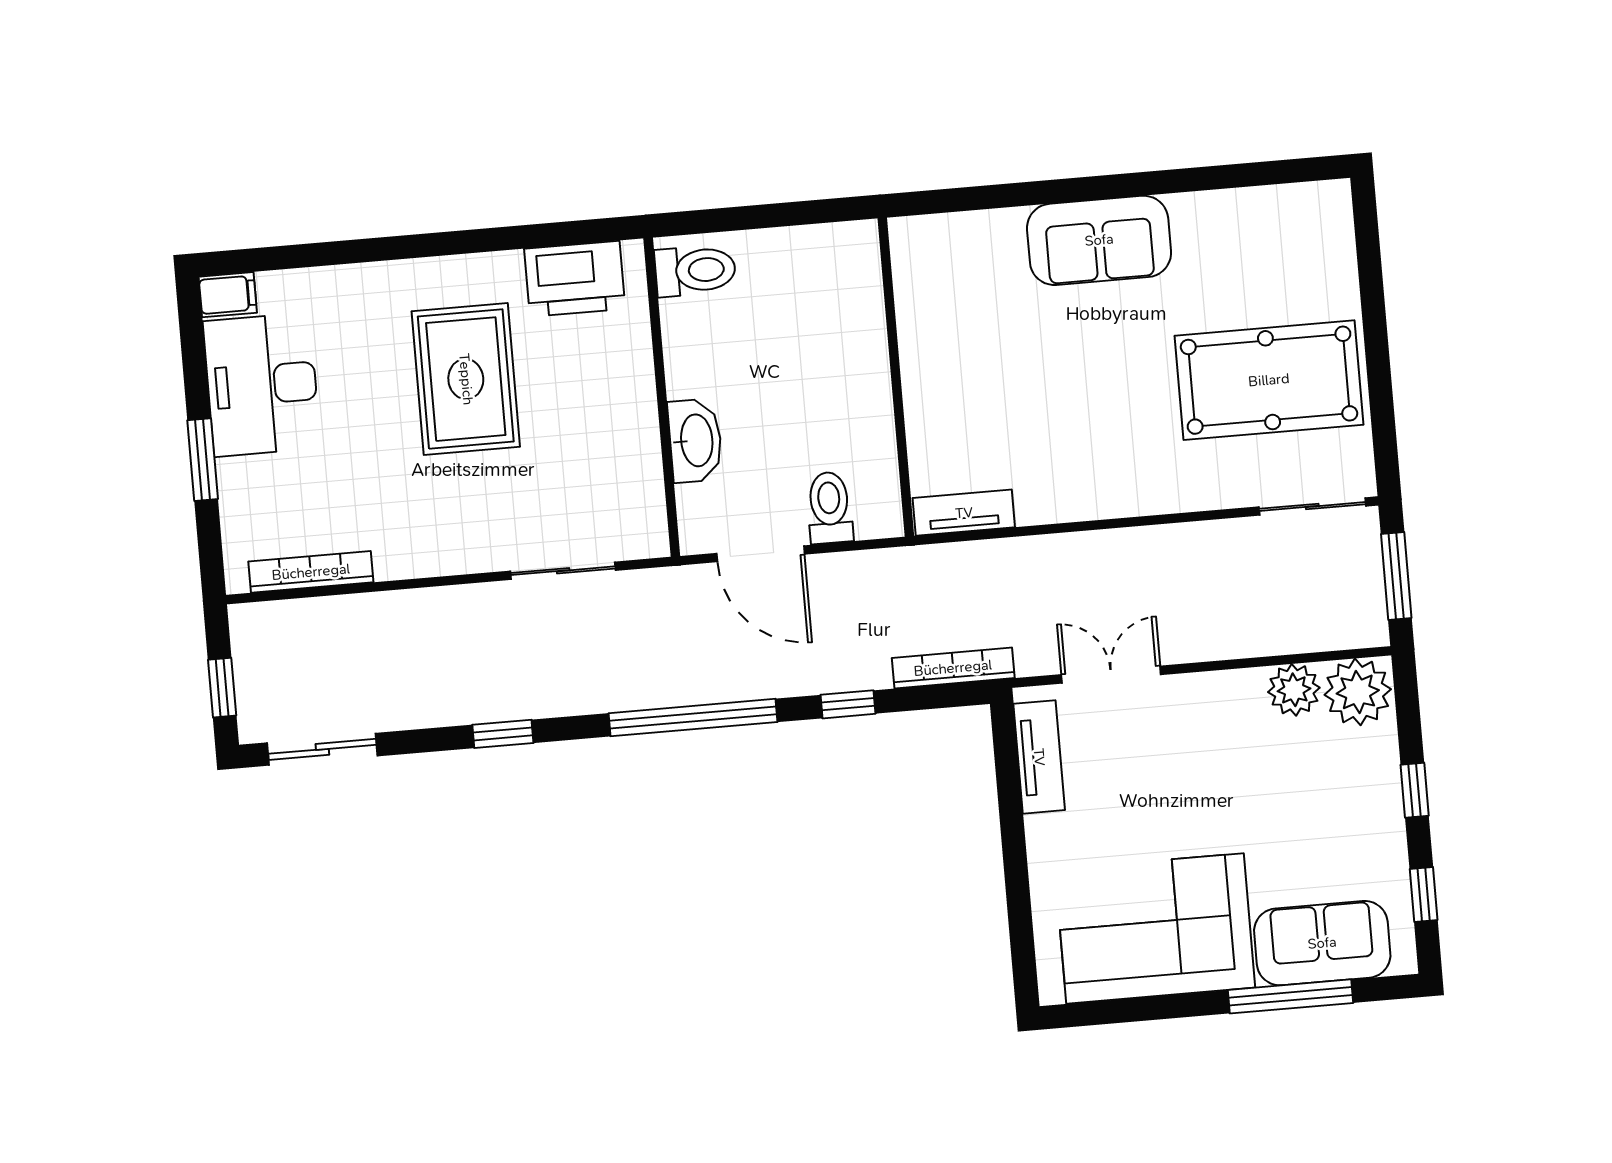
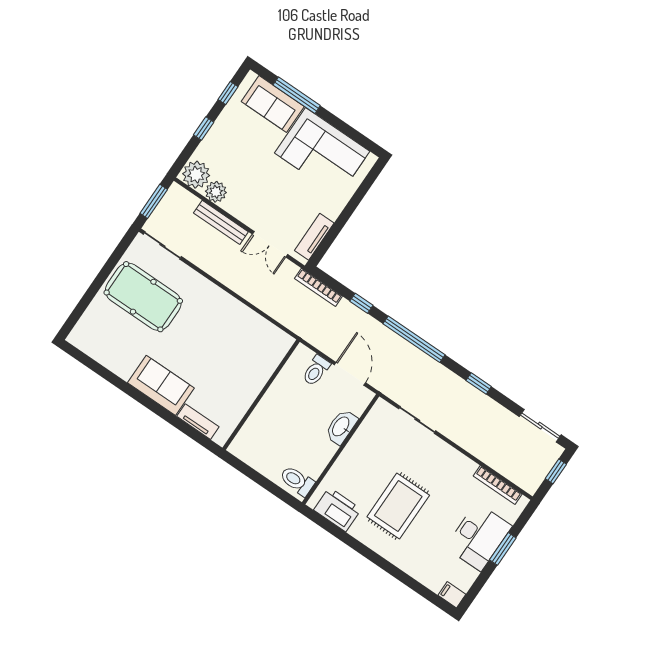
desk: (262, 385) -> (479, 537), moved
tv unit: (964, 513) -> (198, 422), moved, turned 180
bench: (1237, 640) -> (221, 222), added

